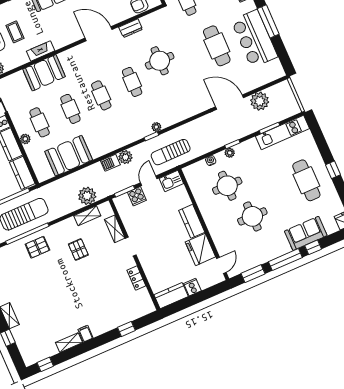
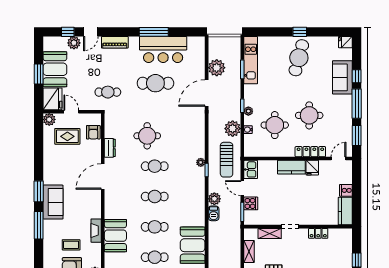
cafe table: (306, 180) -> (299, 58), turned -75
plant: (87, 196) -> (233, 129), moved
locker: (216, 234) -> (310, 152), added
fridge: (200, 249) -> (312, 168), width x0.53, depth x0.75
door: (221, 265) -> (338, 159), hinge flipped

